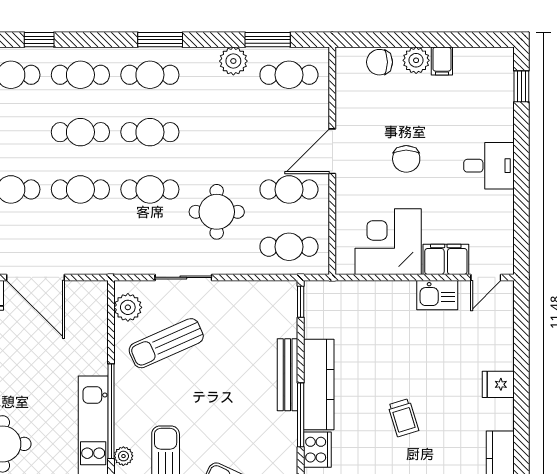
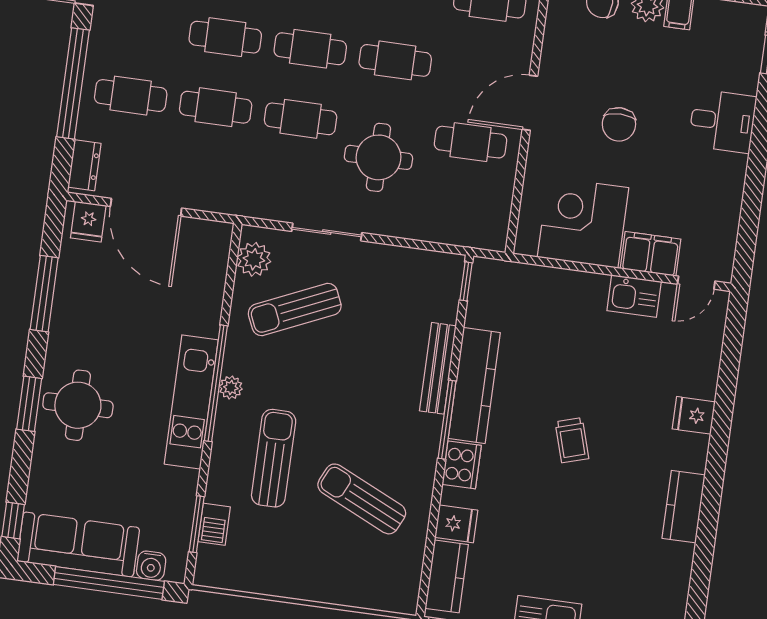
desk: (489, 166) -> (722, 121), moved
cafe table: (289, 247) -> (395, 60), moved
plant: (123, 456) -> (231, 388), moved

